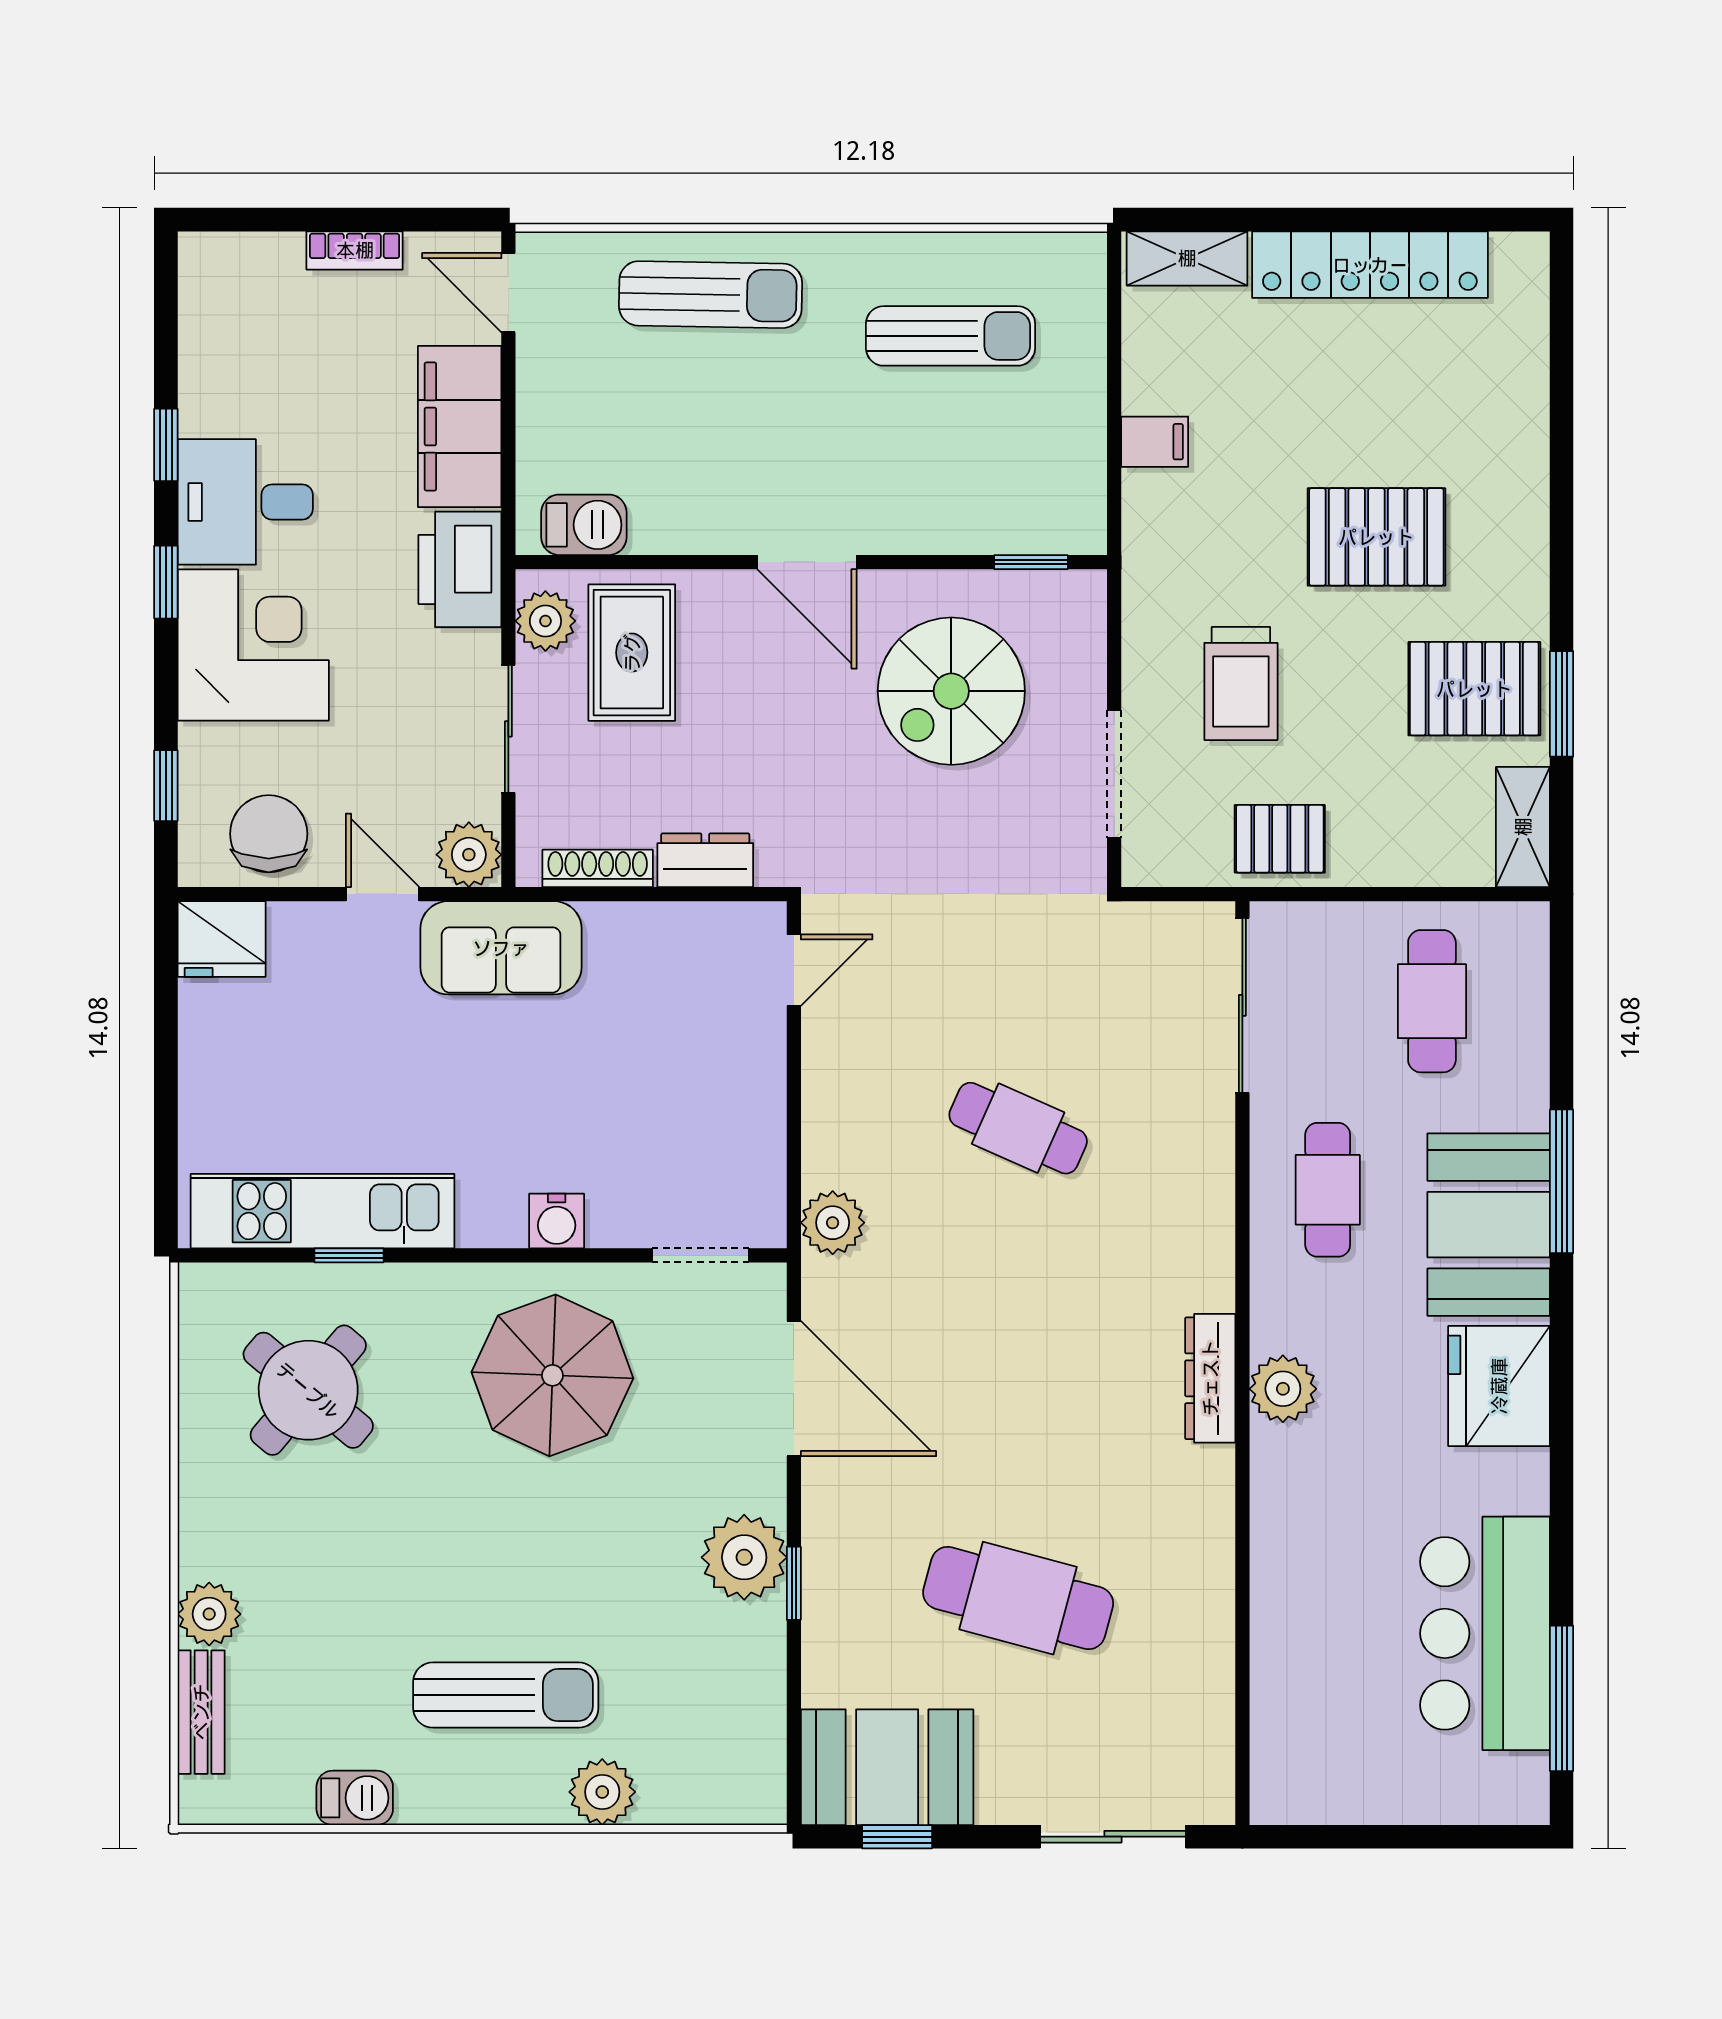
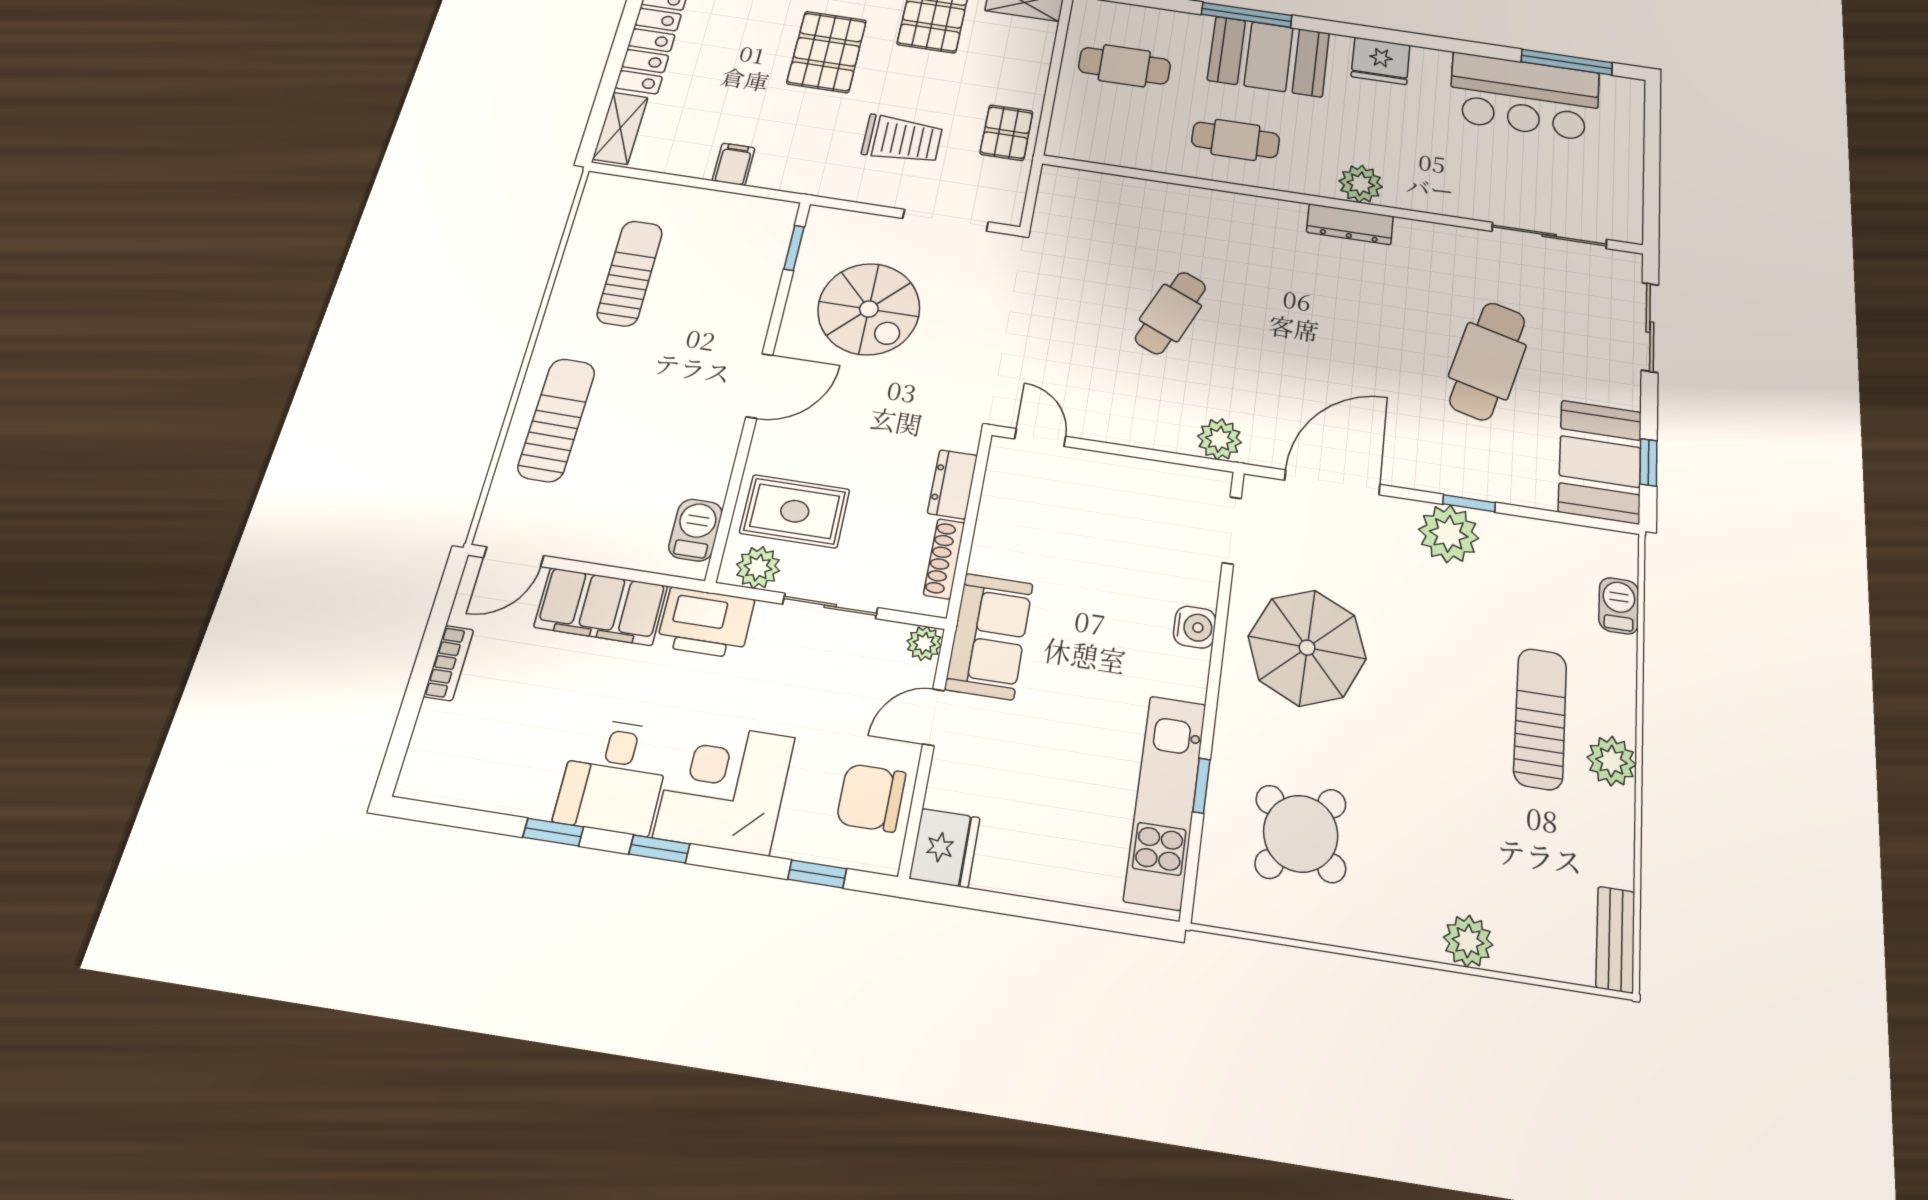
plant: (469, 855) -> (924, 643), width x0.73, depth x0.73
sliding door: (1242, 1005) -> (1549, 235), moved
fridge: (1499, 1386) -> (1381, 61), width x0.73, depth x0.75
bench: (201, 1712) -> (1615, 939), moved, turned 90
plant: (602, 1792) -> (1612, 761), moved
barbecue: (355, 1798) -> (1619, 606), moved

